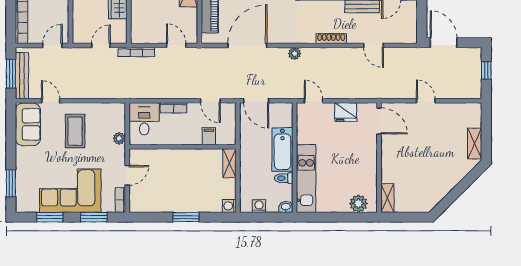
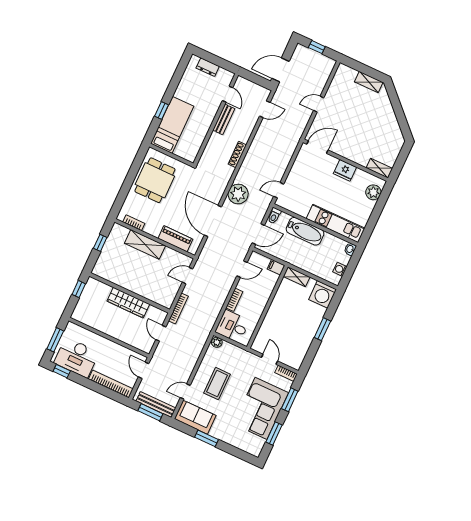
door: (373, 45) -> (265, 109), moved
plant: (295, 54) -> (238, 194), width x1.88, depth x1.88
fridge: (346, 112) -> (345, 170), moved, turned 90
coffee table: (75, 131) -> (217, 384), turned 90
filing cabinet: (209, 136) -> (276, 267), moved
plant: (119, 138) -> (217, 342), moved
toilet: (284, 178) -> (274, 216), moved
window: (11, 183) -> (207, 438), moved
washing machine: (229, 206) -> (323, 294), width x1.89, depth x1.89

